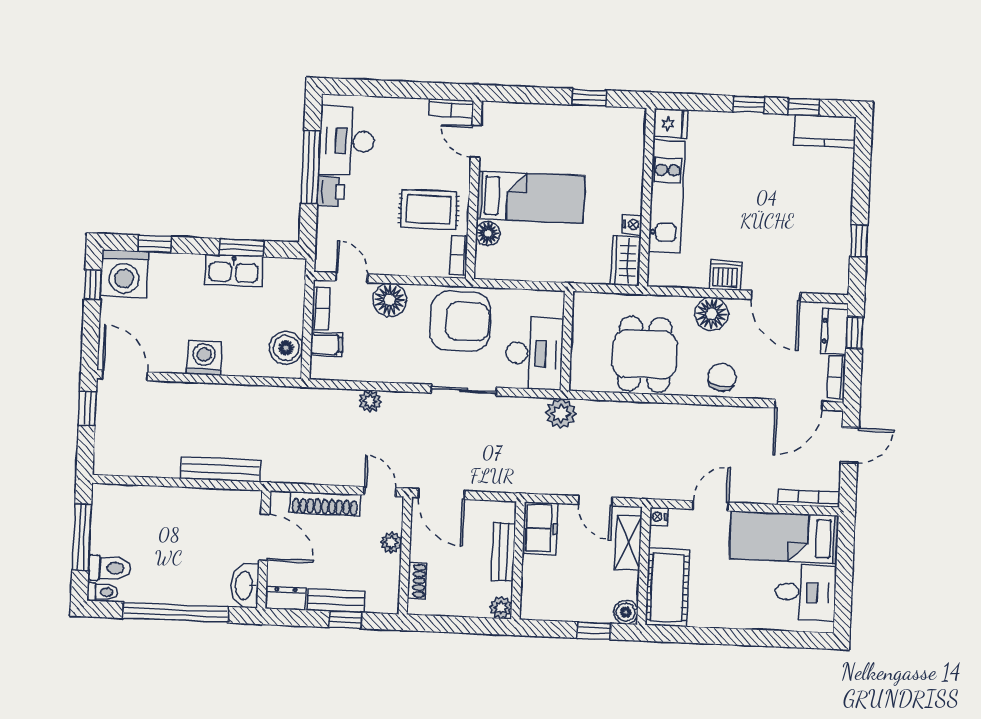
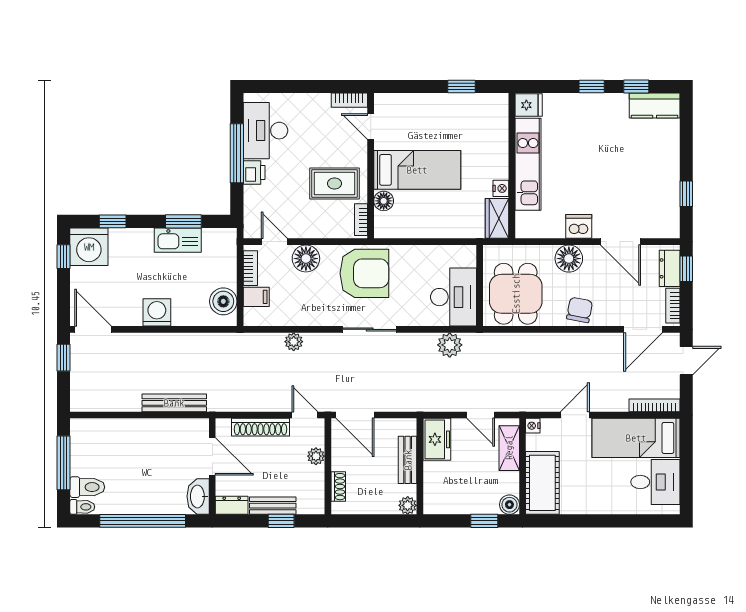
wall: (567, 341) -> (480, 286), moved
desk: (534, 353) -> (454, 297), moved

